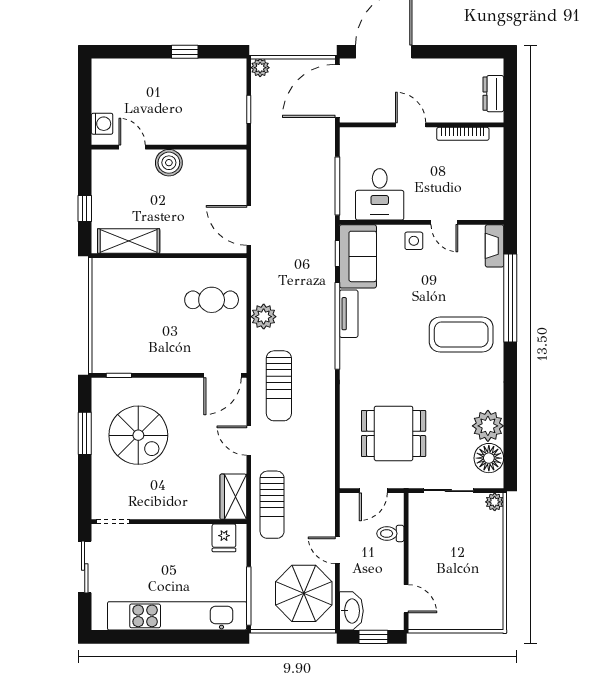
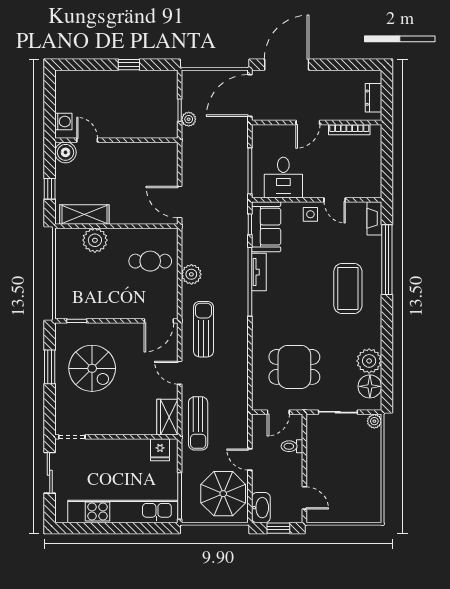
plant: (260, 68) -> (189, 119), moved
door: (411, 125) -> (308, 122), swing flipped
boiler: (169, 163) -> (66, 152), moved
plant: (142, 274) -> (95, 240), added
coffee table: (461, 334) -> (348, 289), turned 90
sun lounger: (279, 386) -> (203, 329), turned 180

